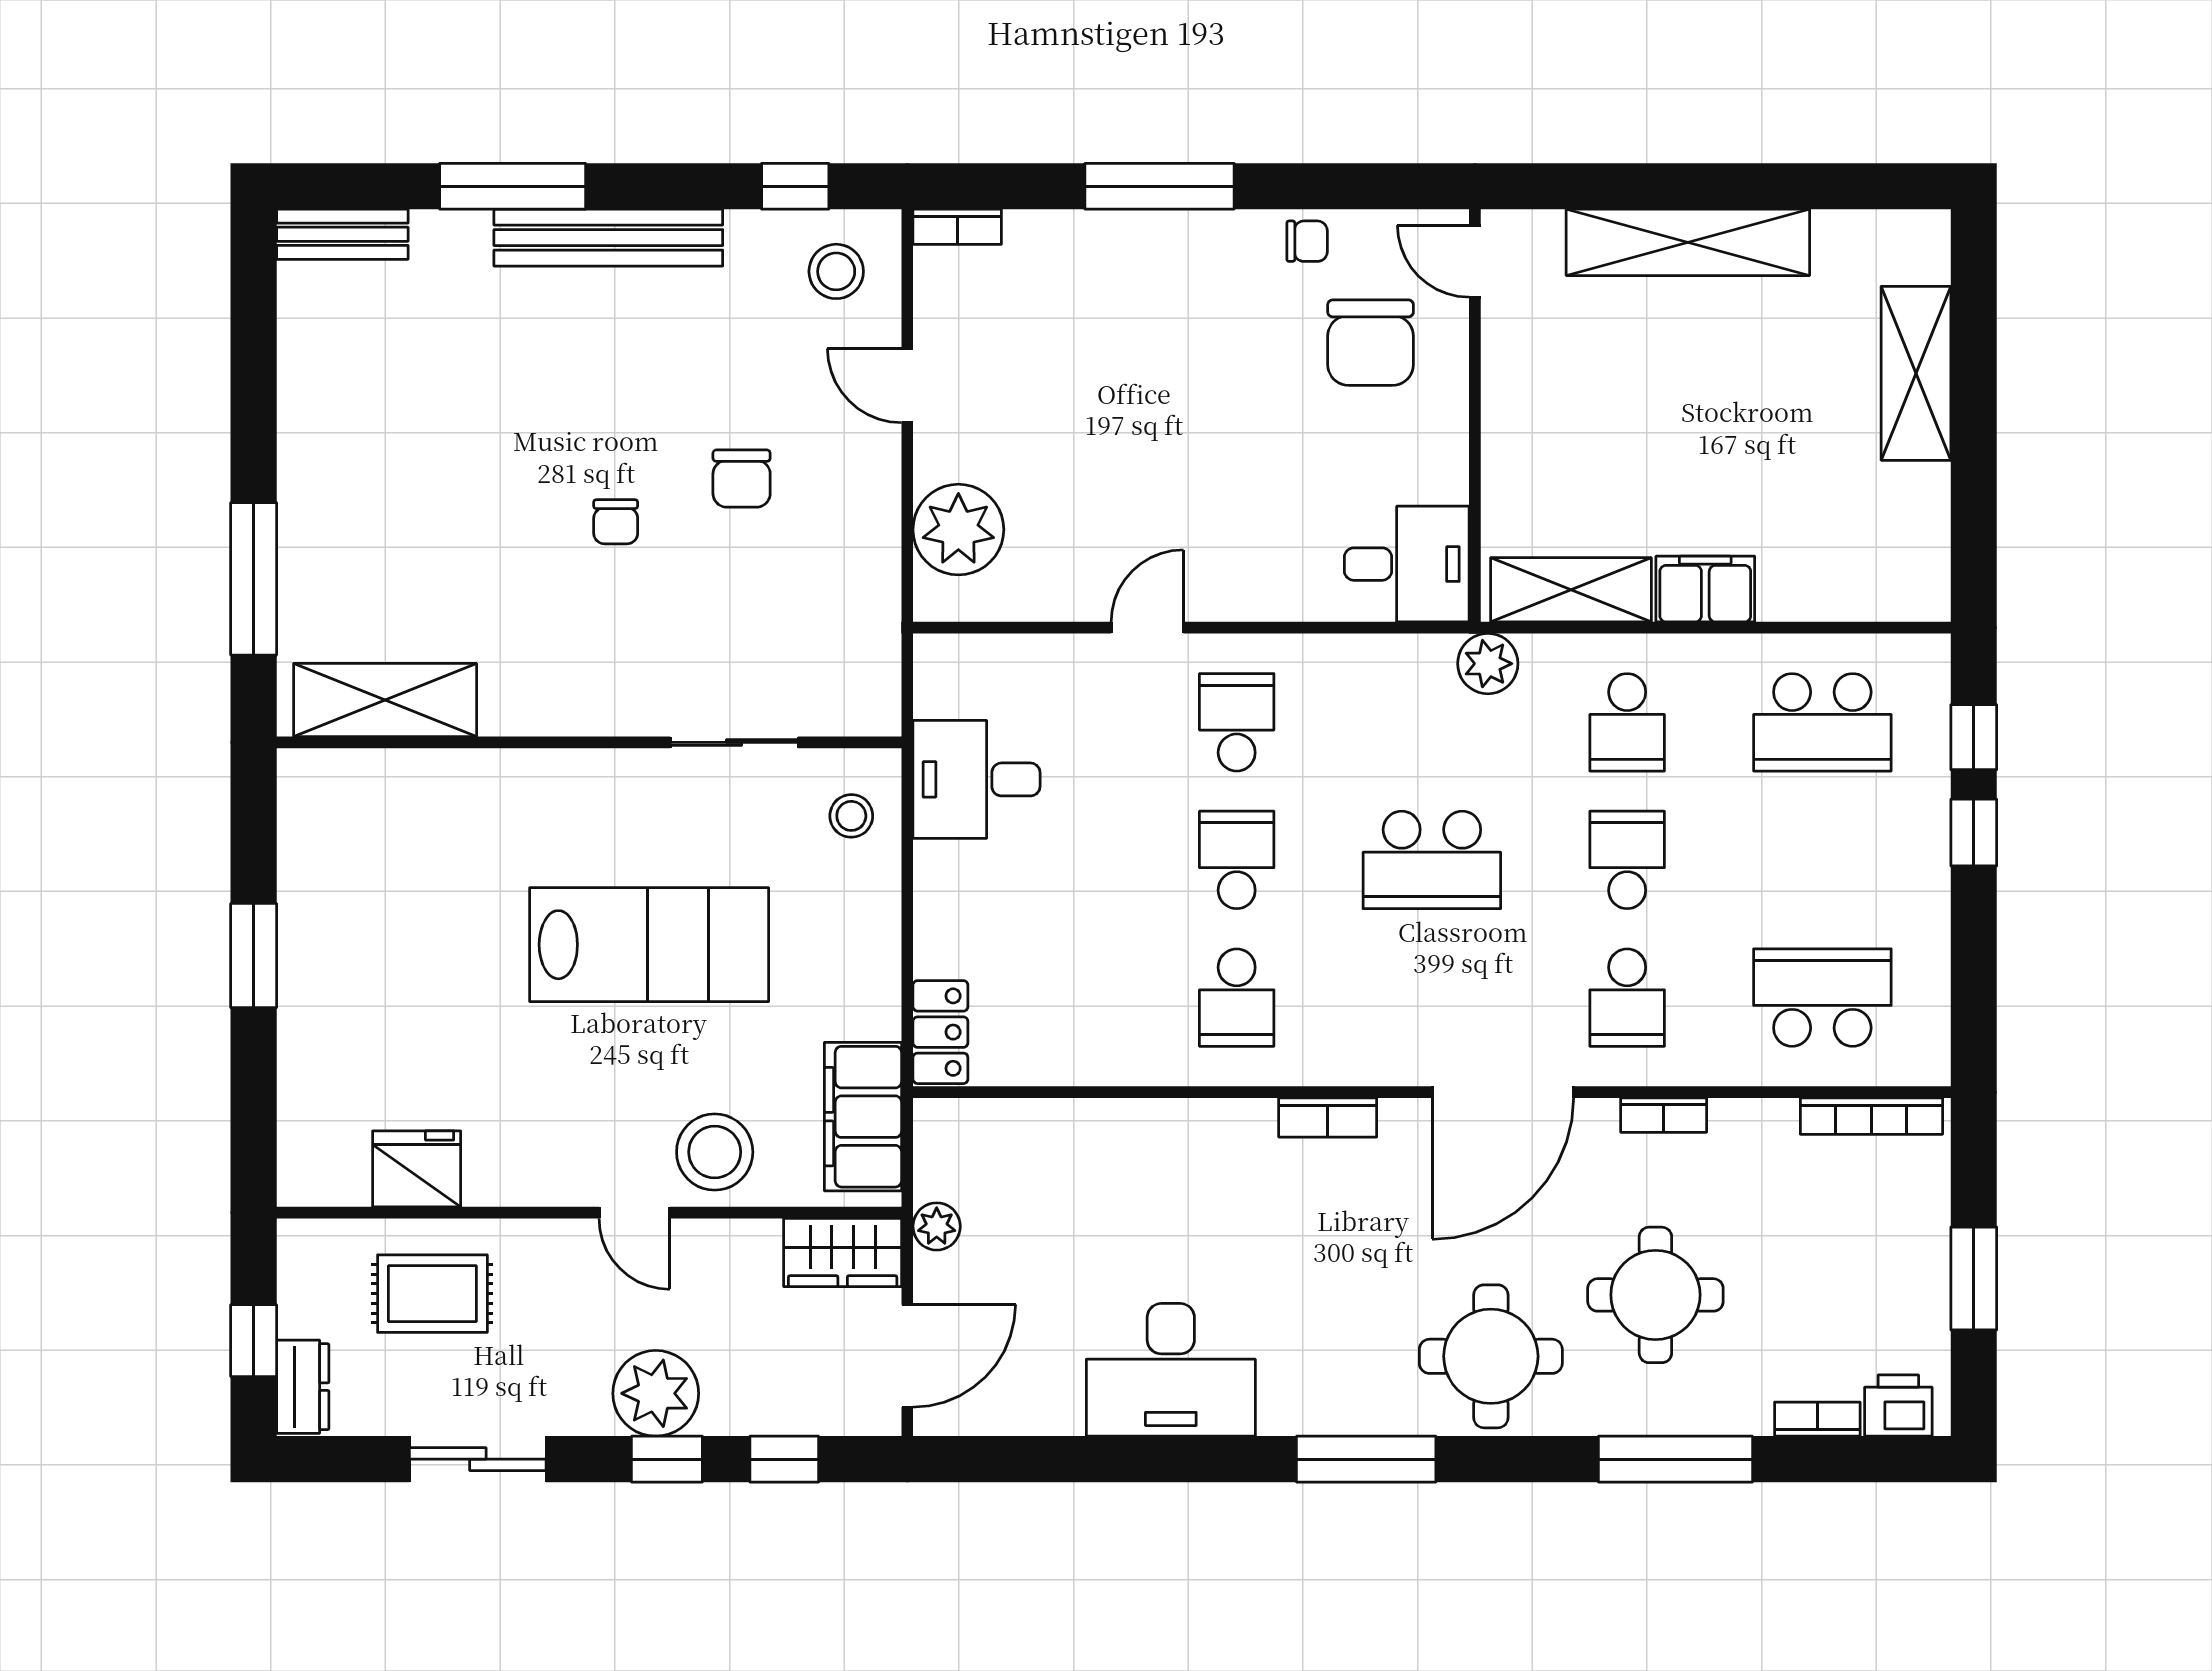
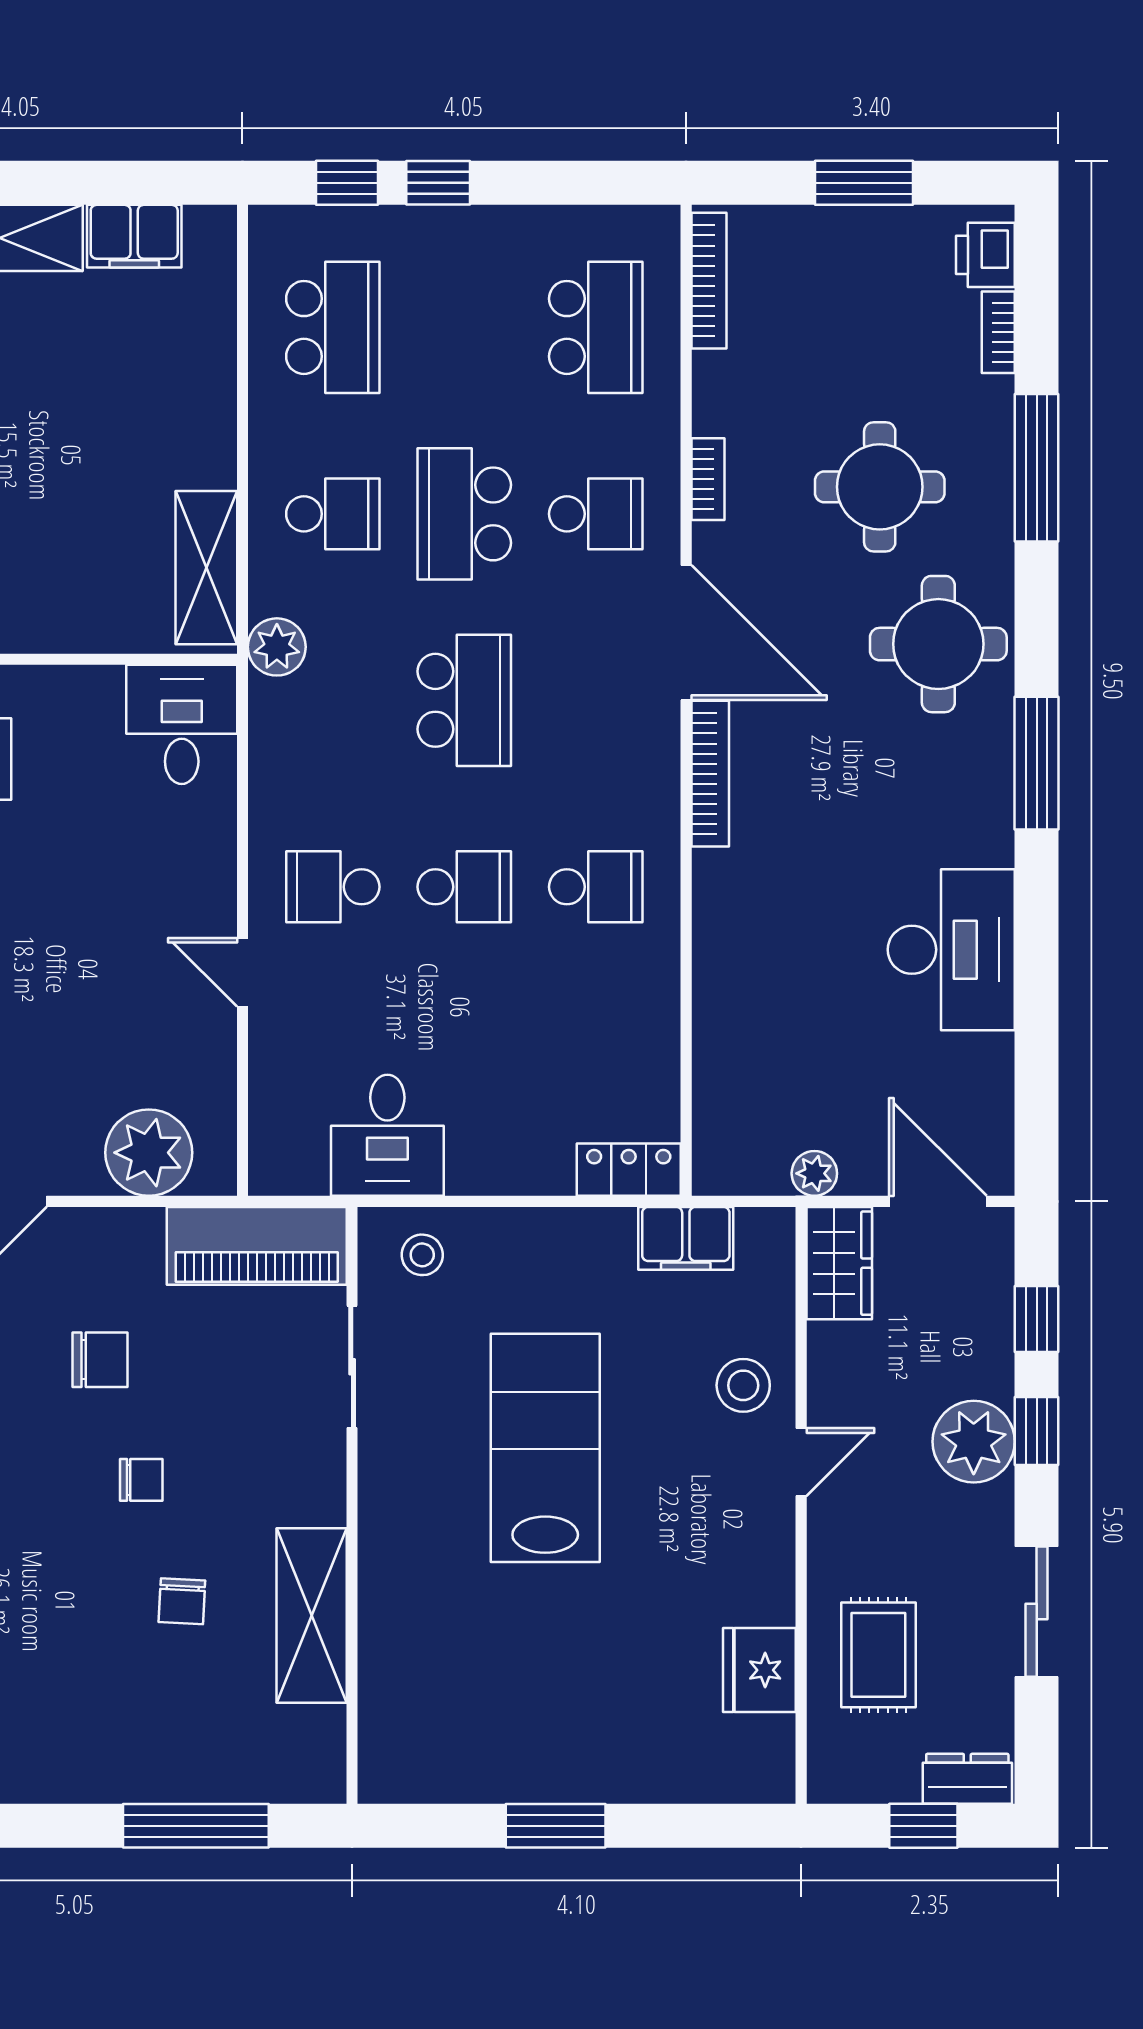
chair: (489, 564) -> (182, 1601), added
filing cabinet: (1705, 589) -> (134, 236), moved, turned -90
piano: (861, 643) -> (257, 1246), added
shelving: (385, 700) -> (312, 1616), moved
school desk: (1237, 860) -> (464, 887), turned 180
school desk: (1627, 860) -> (464, 514), width x1.85
school desk: (1822, 998) -> (596, 327), turned 180
filing cabinet: (863, 1117) -> (686, 1238), width x0.67, depth x0.86
bookcase: (1328, 1117) -> (710, 774), width x1.56
stool: (715, 1152) -> (743, 1385), width x0.73, depth x0.73

